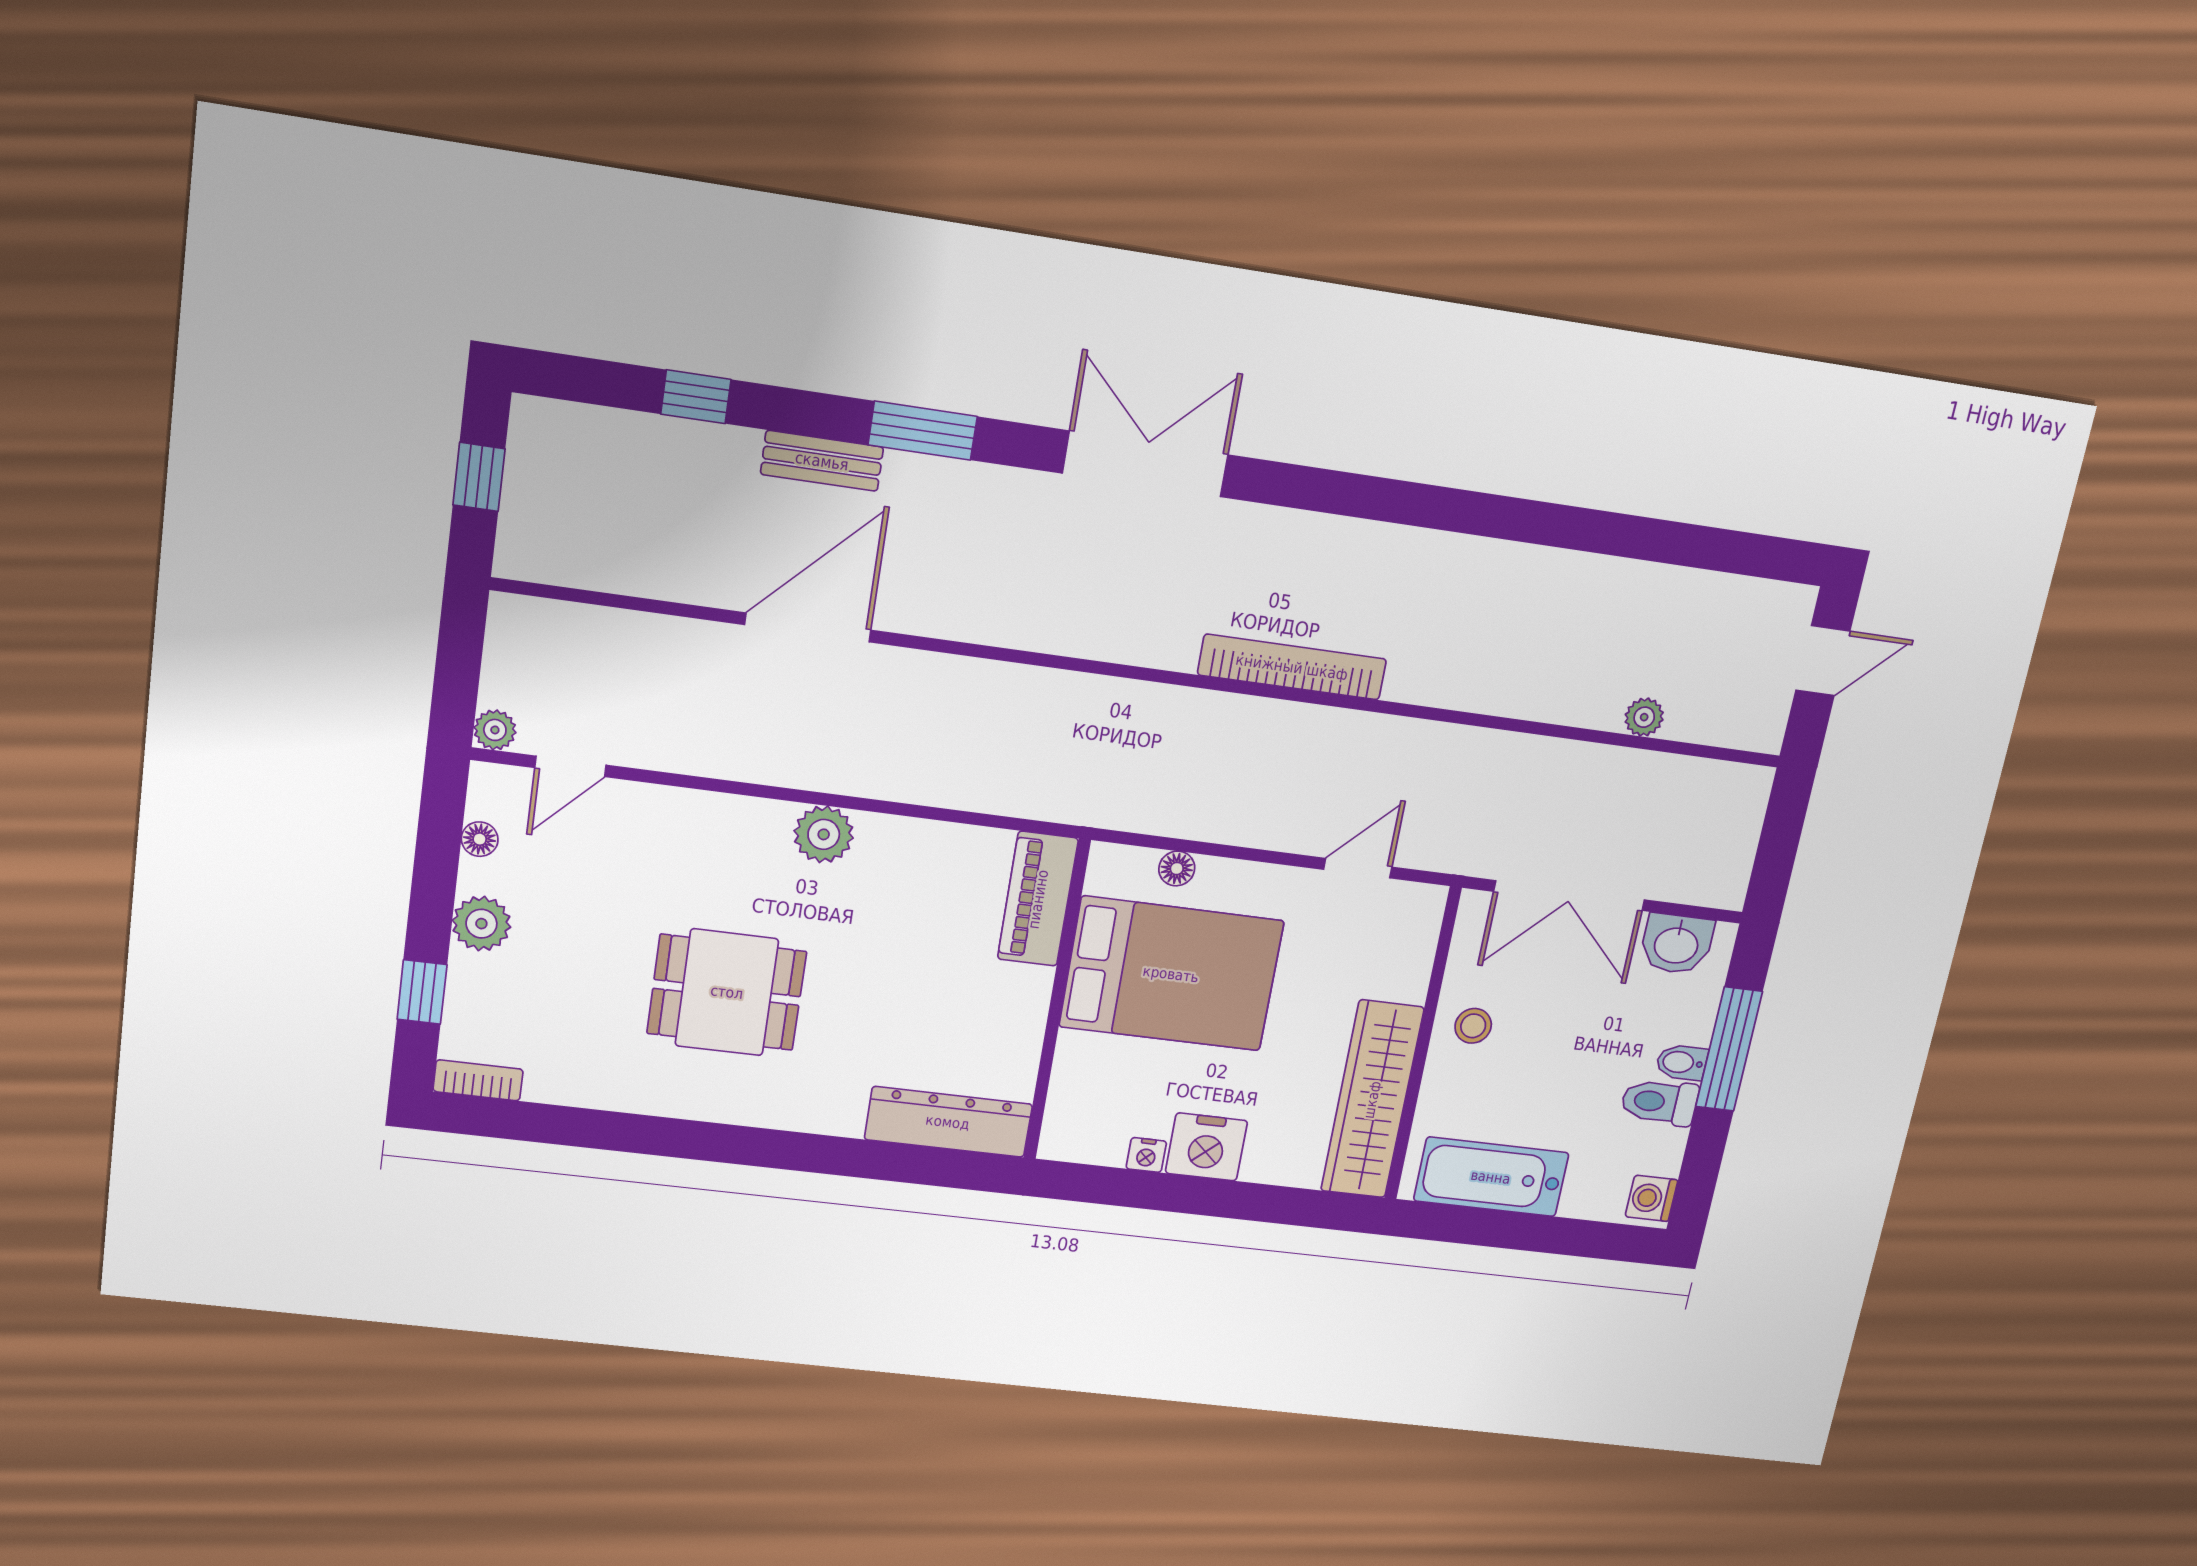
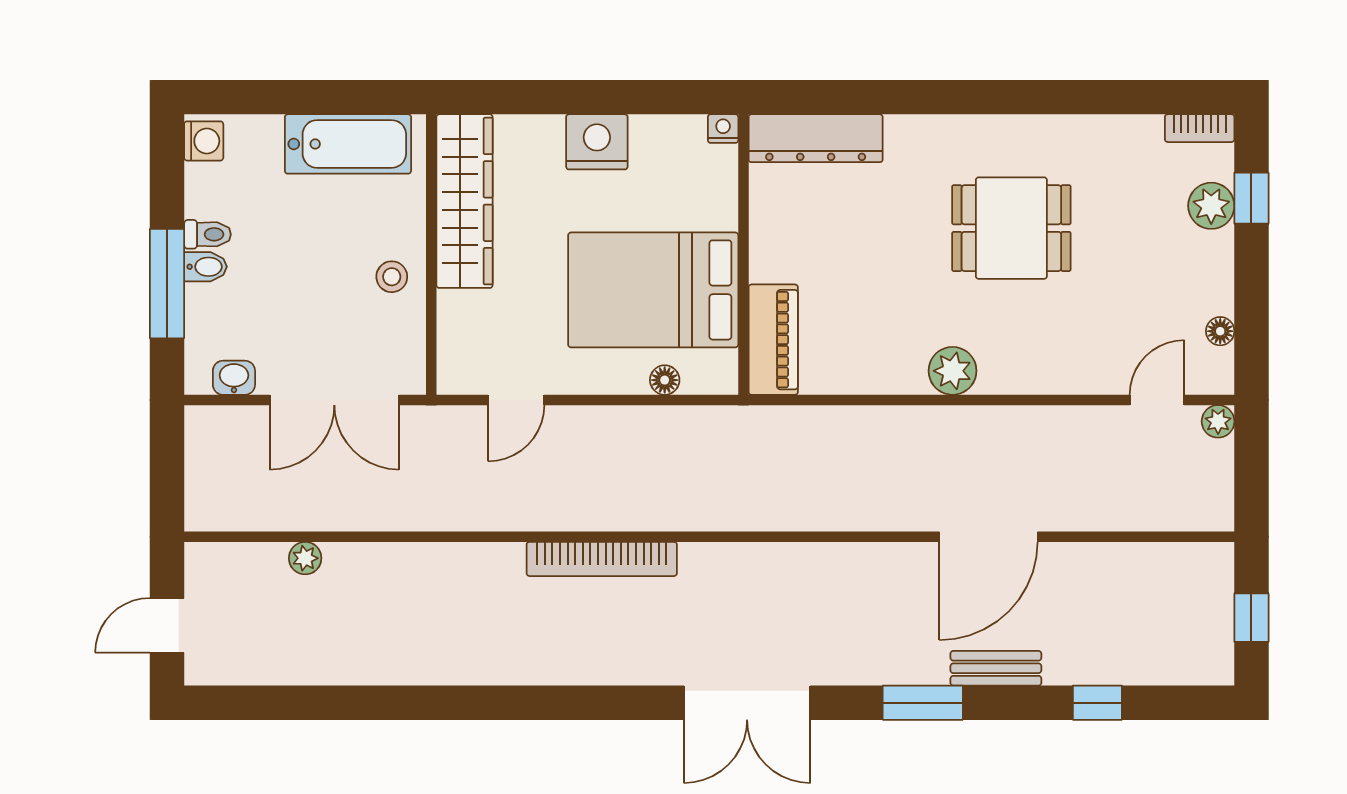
double door: (1569, 896) -> (334, 400), swing flipped
plant: (481, 924) -> (1211, 206), moved
washbasin: (1676, 944) -> (234, 378), width x0.72, depth x0.69
toilet: (1659, 1102) -> (207, 234), width x0.73, depth x0.72
nightstand: (1146, 1155) -> (723, 129), moved

